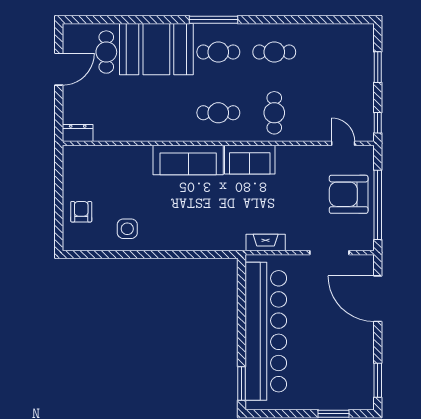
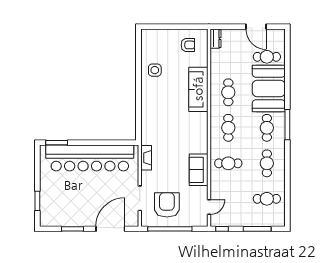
cafe table: (330, 52) -> (267, 199), added
window: (378, 67) -> (257, 229), width x1.44
cafe table: (162, 113) -> (228, 92), added
sofa: (188, 160) -> (198, 89), moved
sofa: (250, 160) -> (199, 170), moved
armchair: (349, 194) -> (167, 205), moved
armchair: (81, 212) -> (188, 45), moved
window: (378, 380) -> (72, 229), moved

